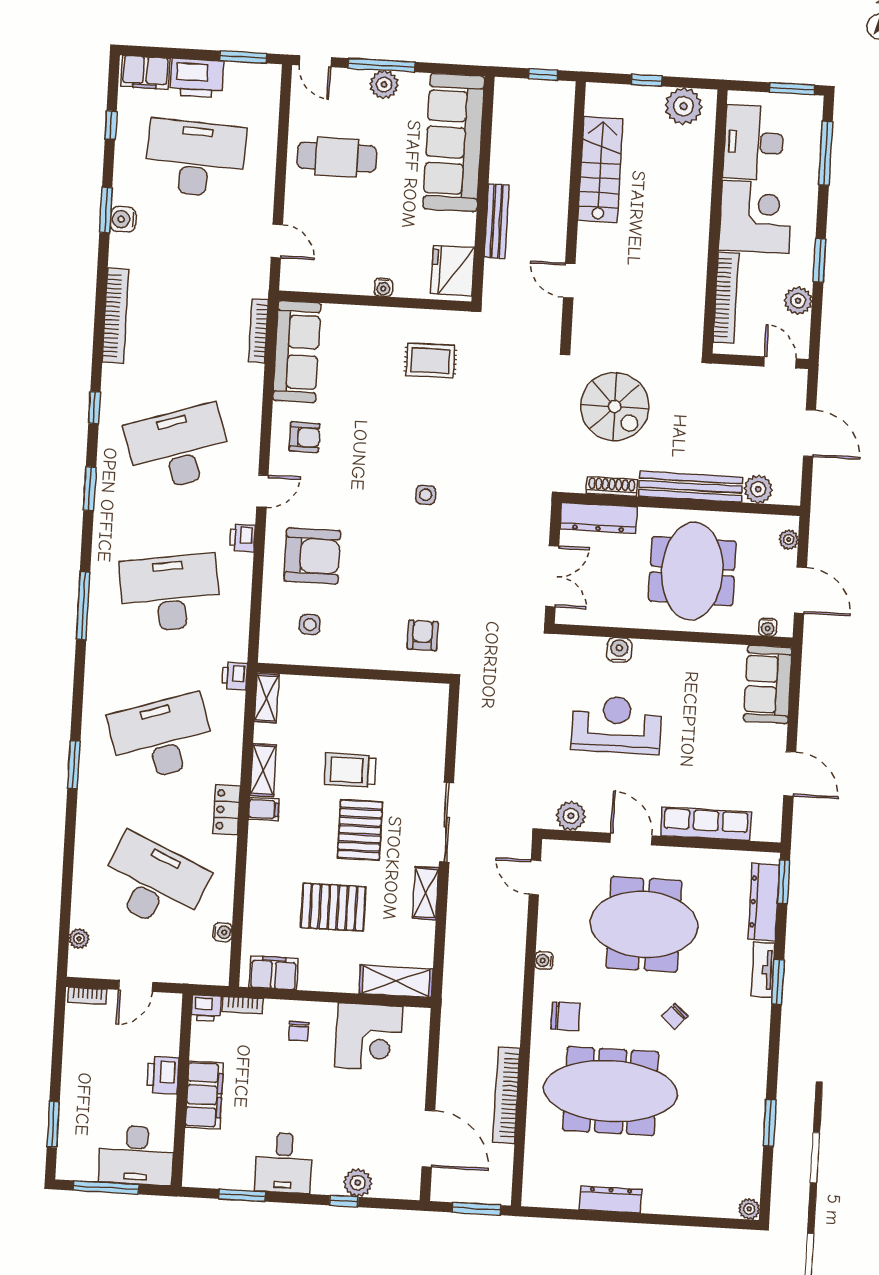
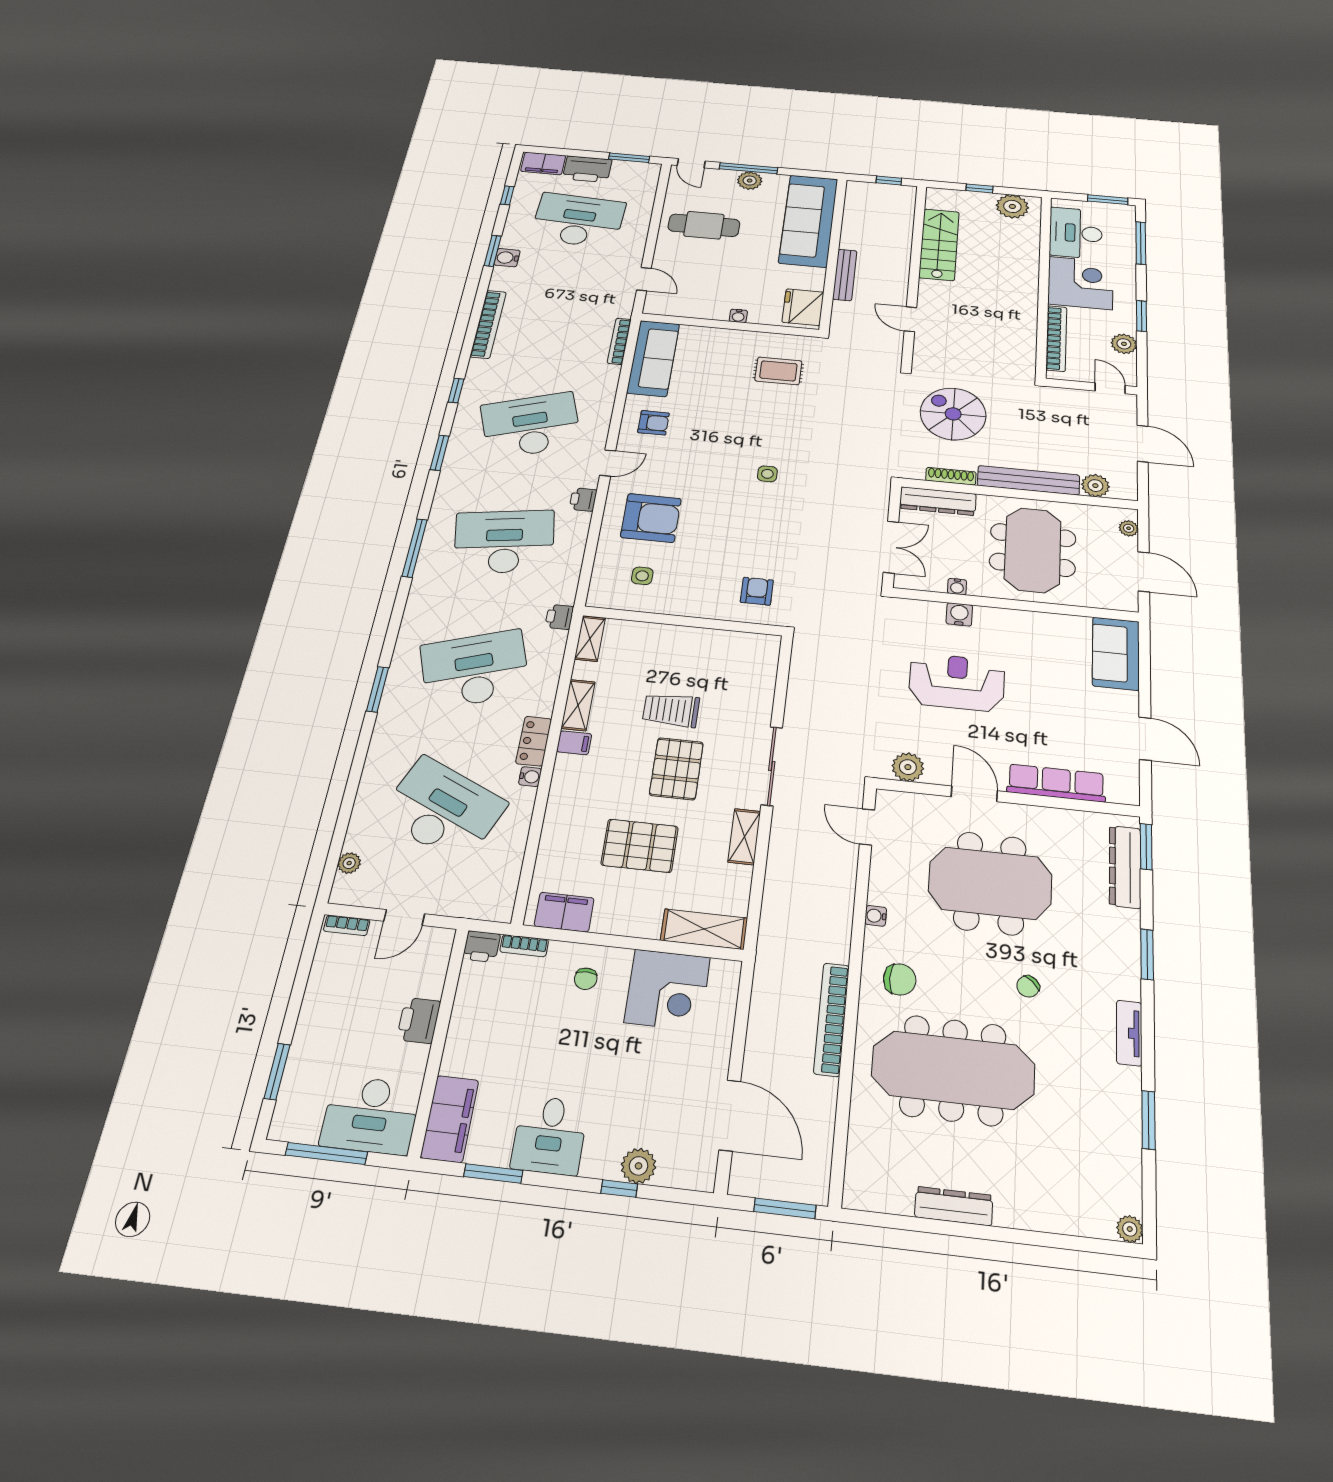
spiral stairs: (615, 407) -> (953, 414), turned 180
water cooler: (768, 627) -> (957, 587), moved
water cooler: (223, 932) -> (530, 777), moved
tv unit: (763, 970) -> (1129, 1033), moved
filing cabinet: (204, 1095) -> (450, 1119), moved
bookcase: (506, 1095) -> (832, 1019), moved

